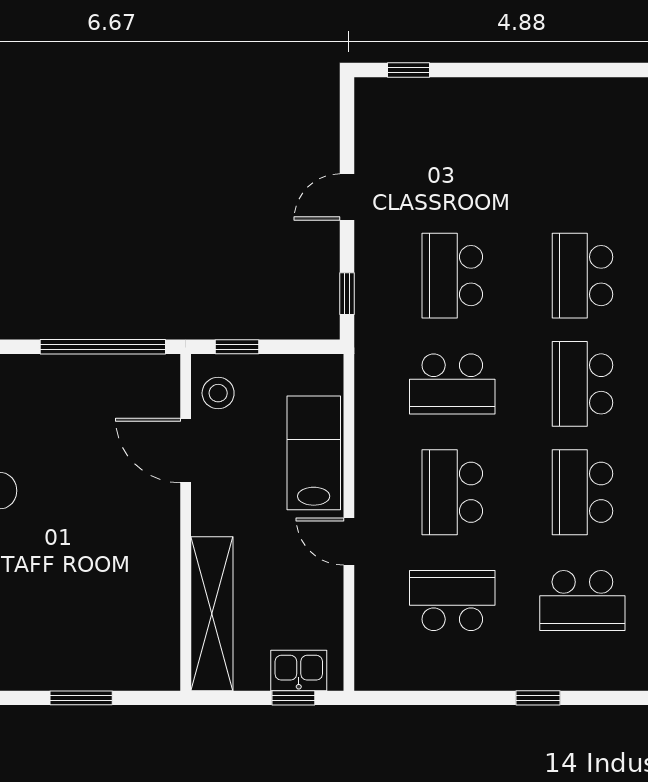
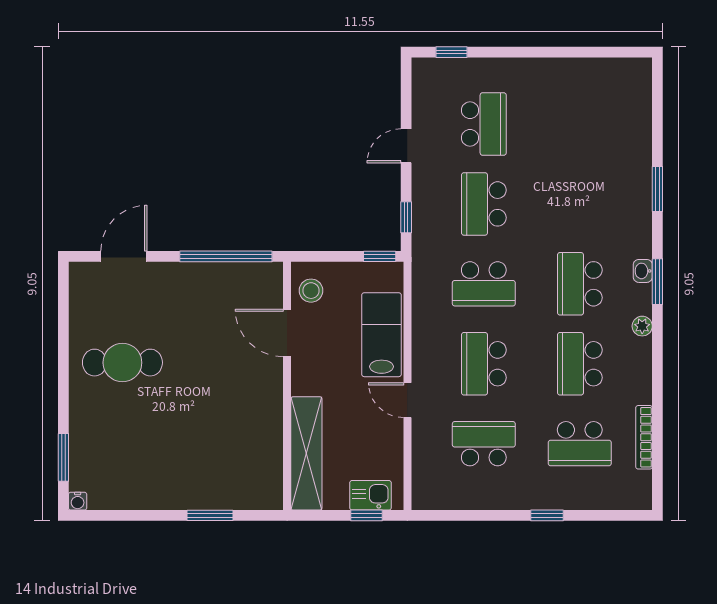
school desk: (582, 276) -> (484, 124), moved, turned 180
window: (237, 347) -> (380, 256), moved

